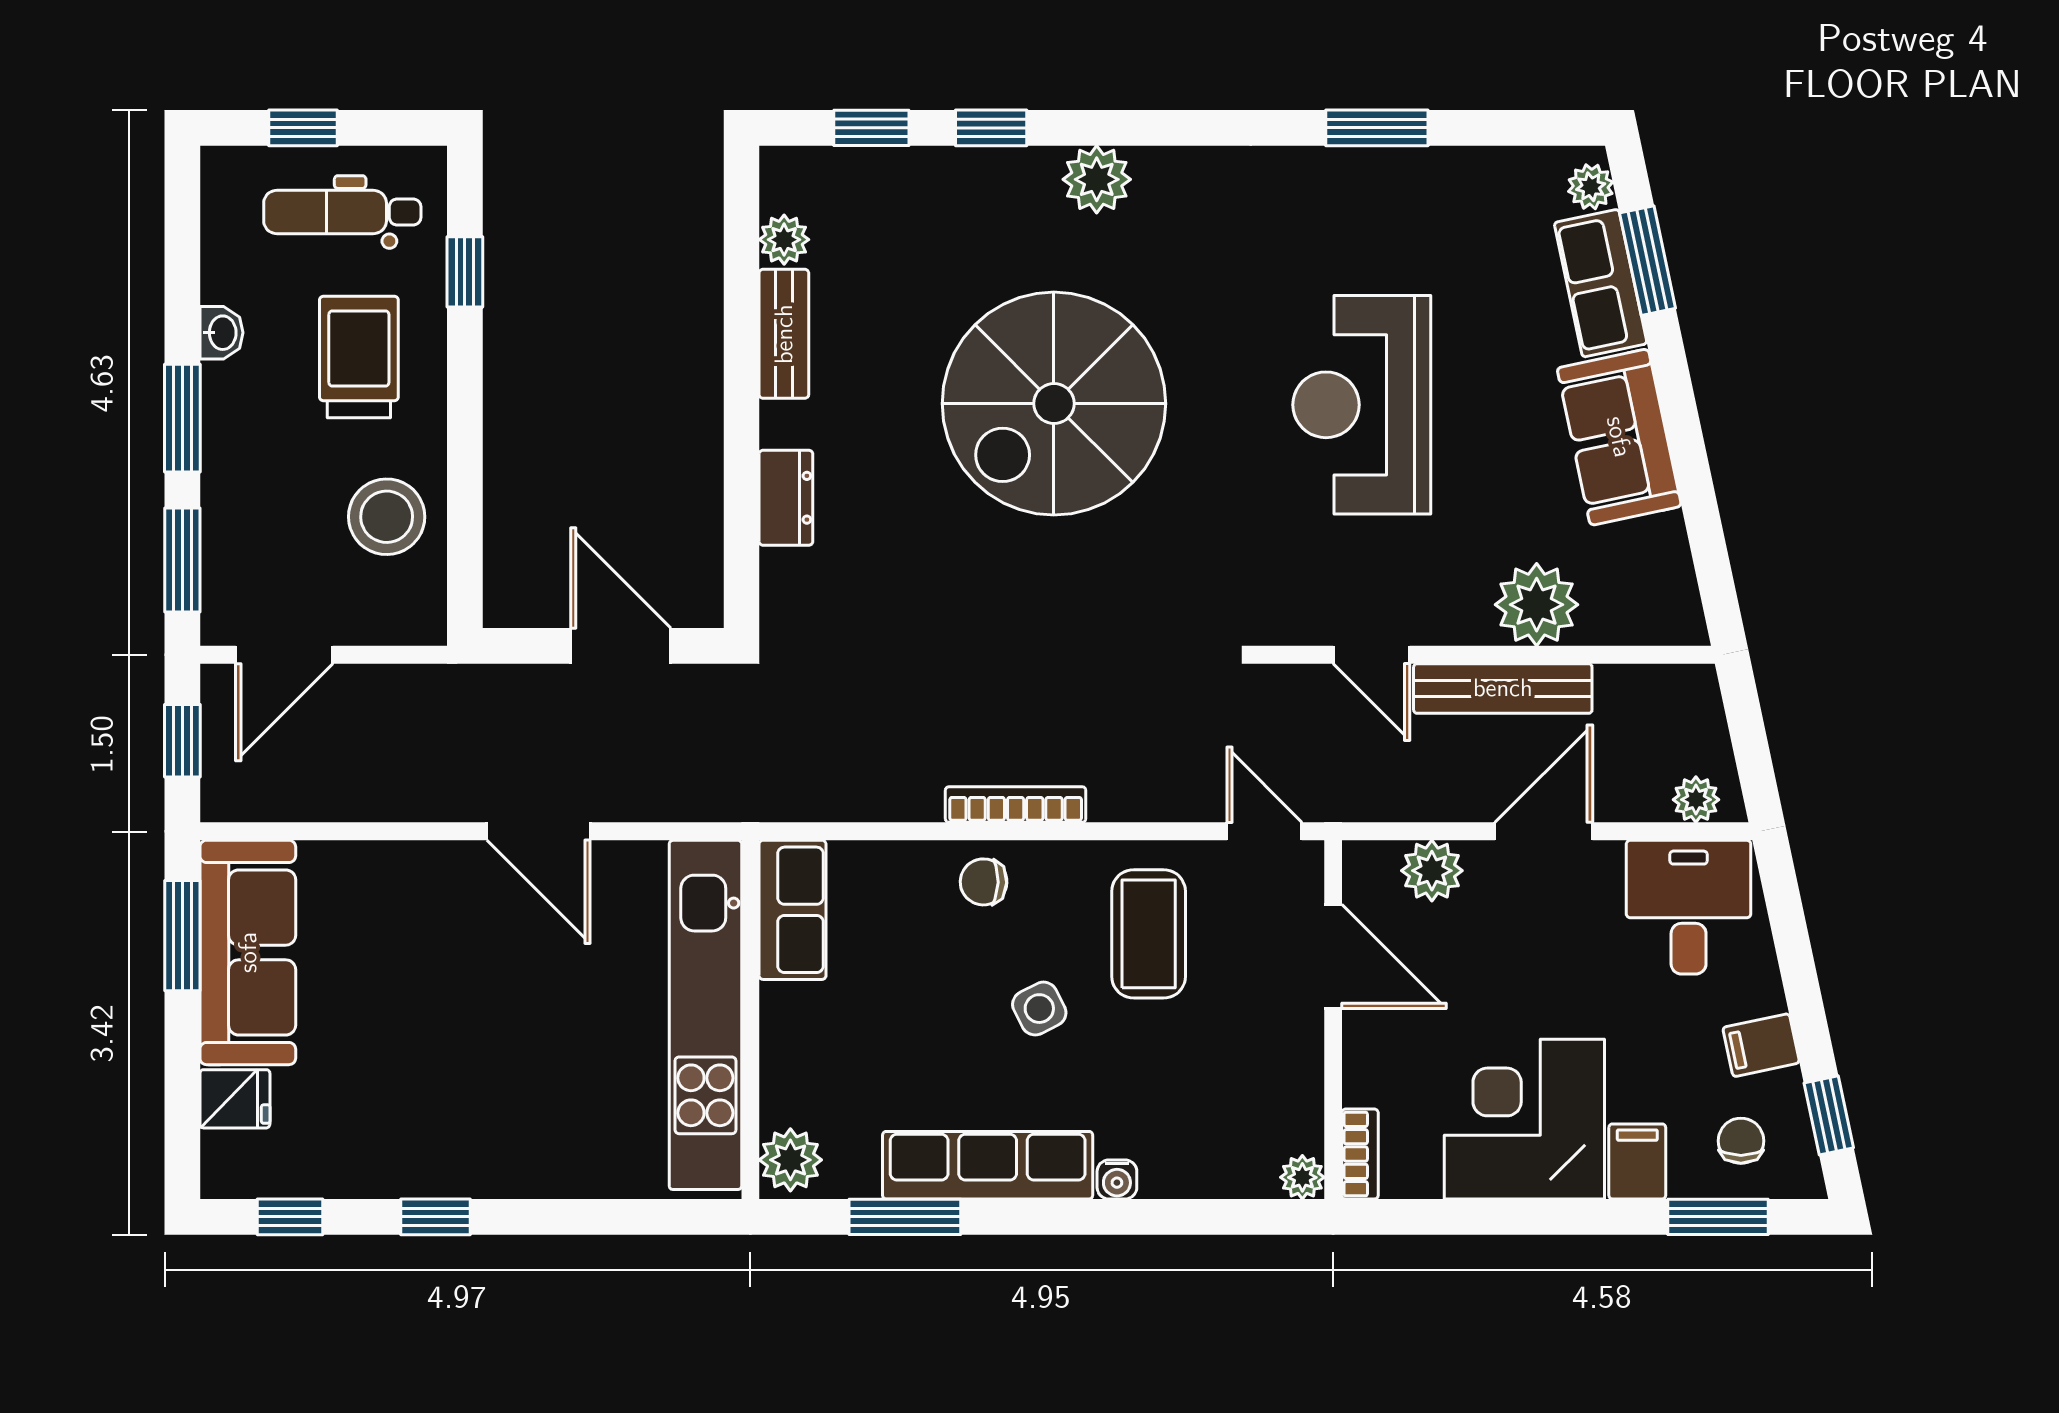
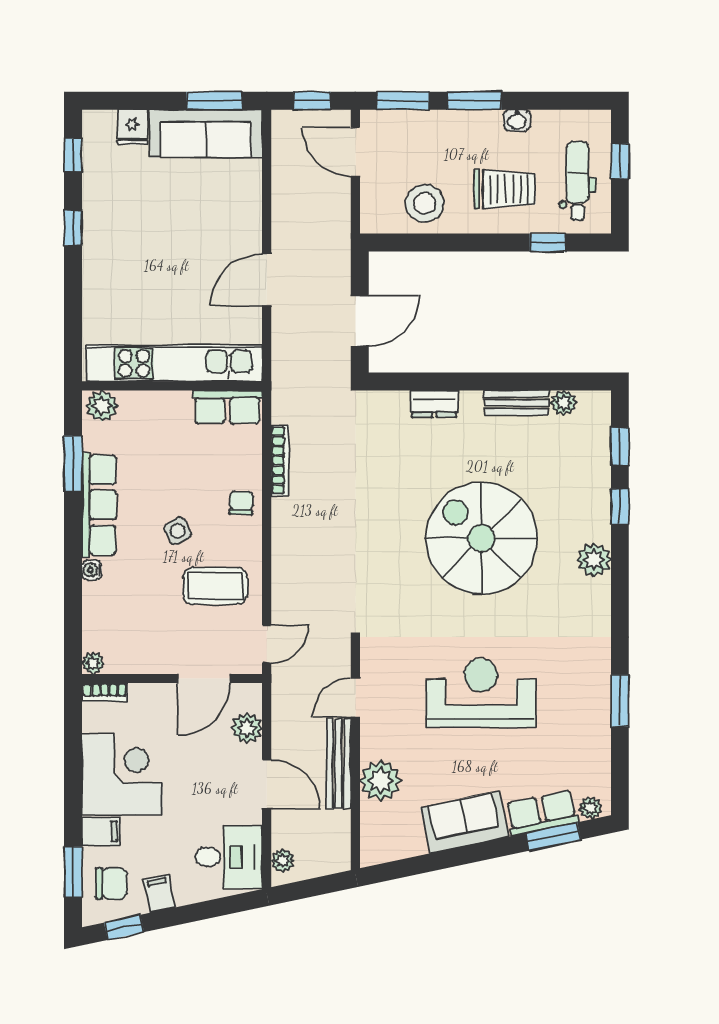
bookcase: (1016, 805) -> (280, 460), moved
chair: (1741, 1141) -> (111, 883), width x1.37, depth x1.37

